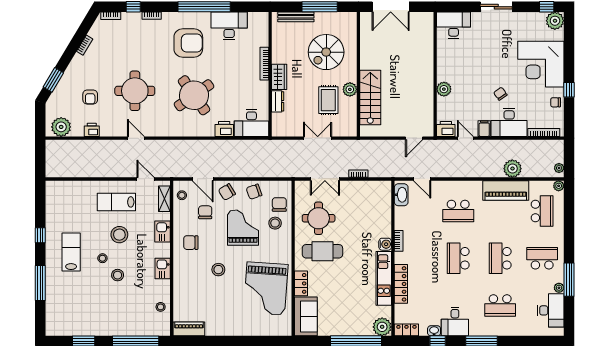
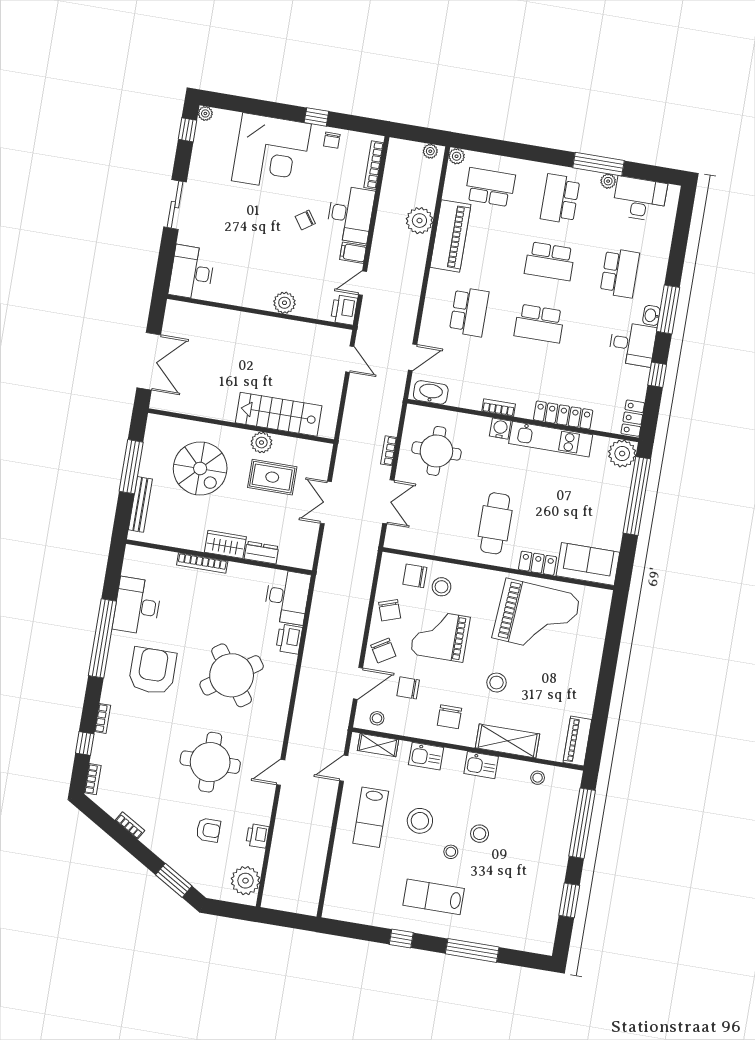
plant: (555, 21) -> (205, 113), width x0.53, depth x0.53
round table: (319, 218) -> (436, 451), moved
shelving: (181, 283) -> (508, 741), added
washbasin: (434, 331) -> (651, 315), moved

